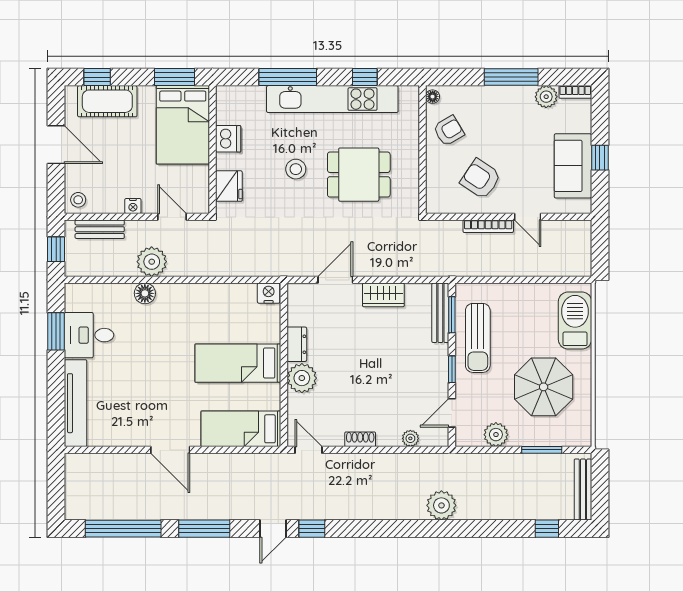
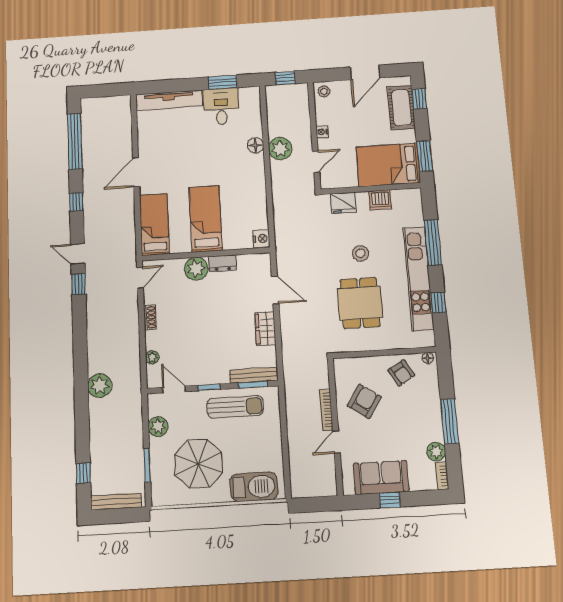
bench: (100, 229) -> (303, 109), removed
sun lounger: (478, 338) -> (235, 407), turned 180
window: (204, 529) -> (76, 202), width x0.46

